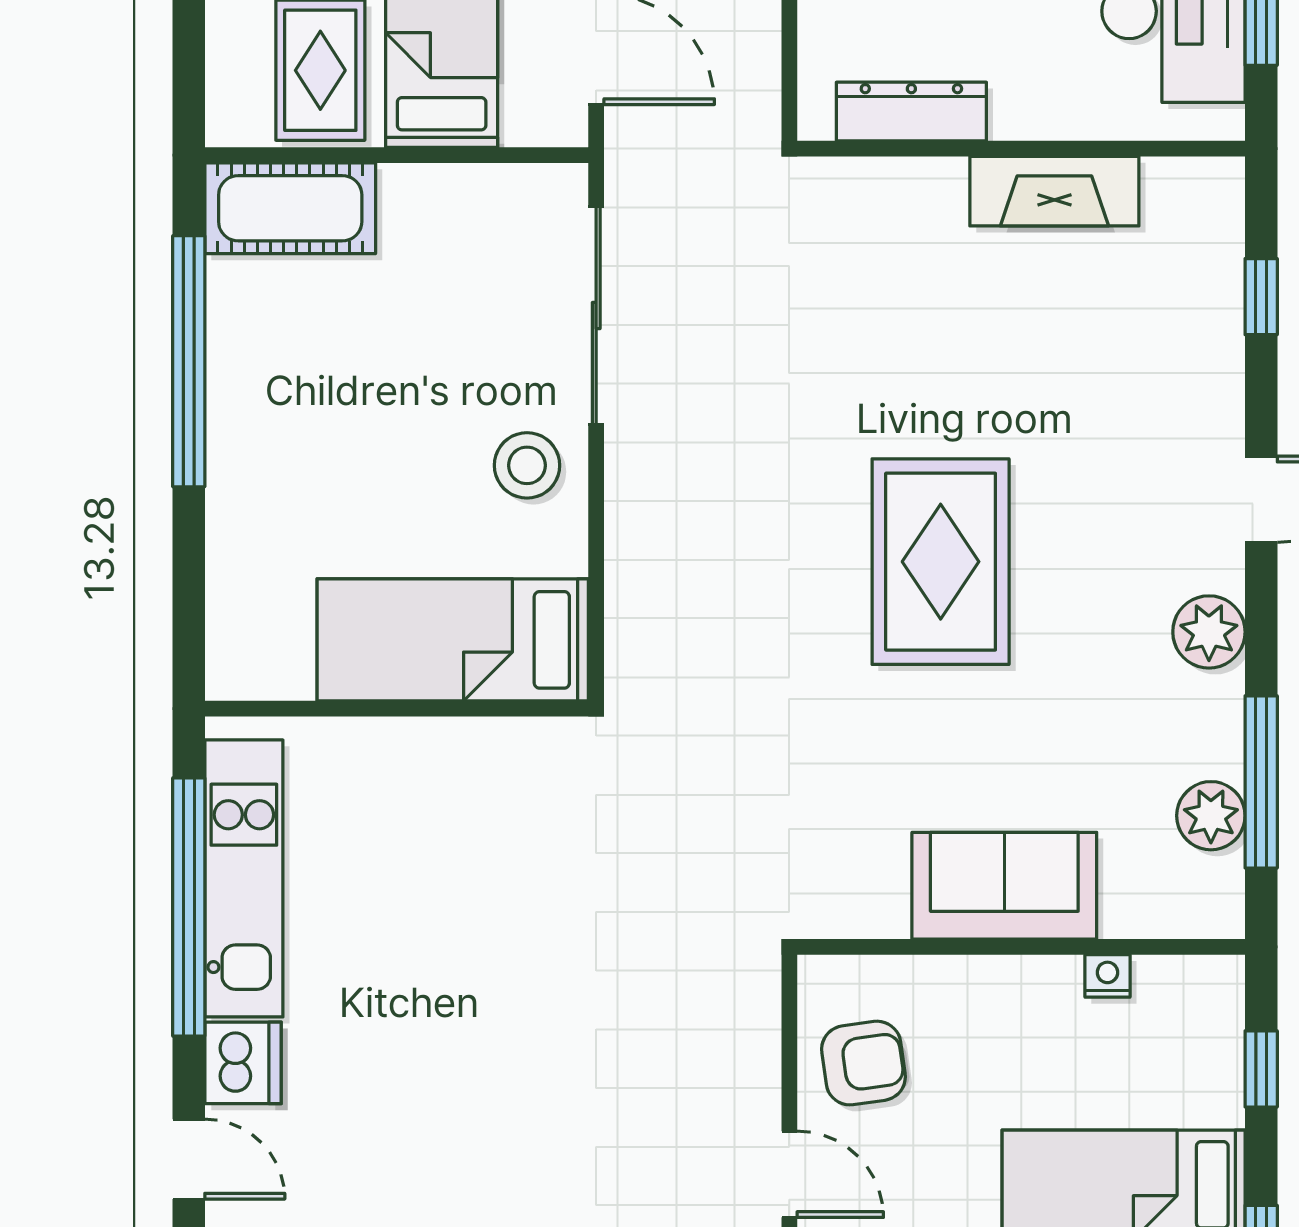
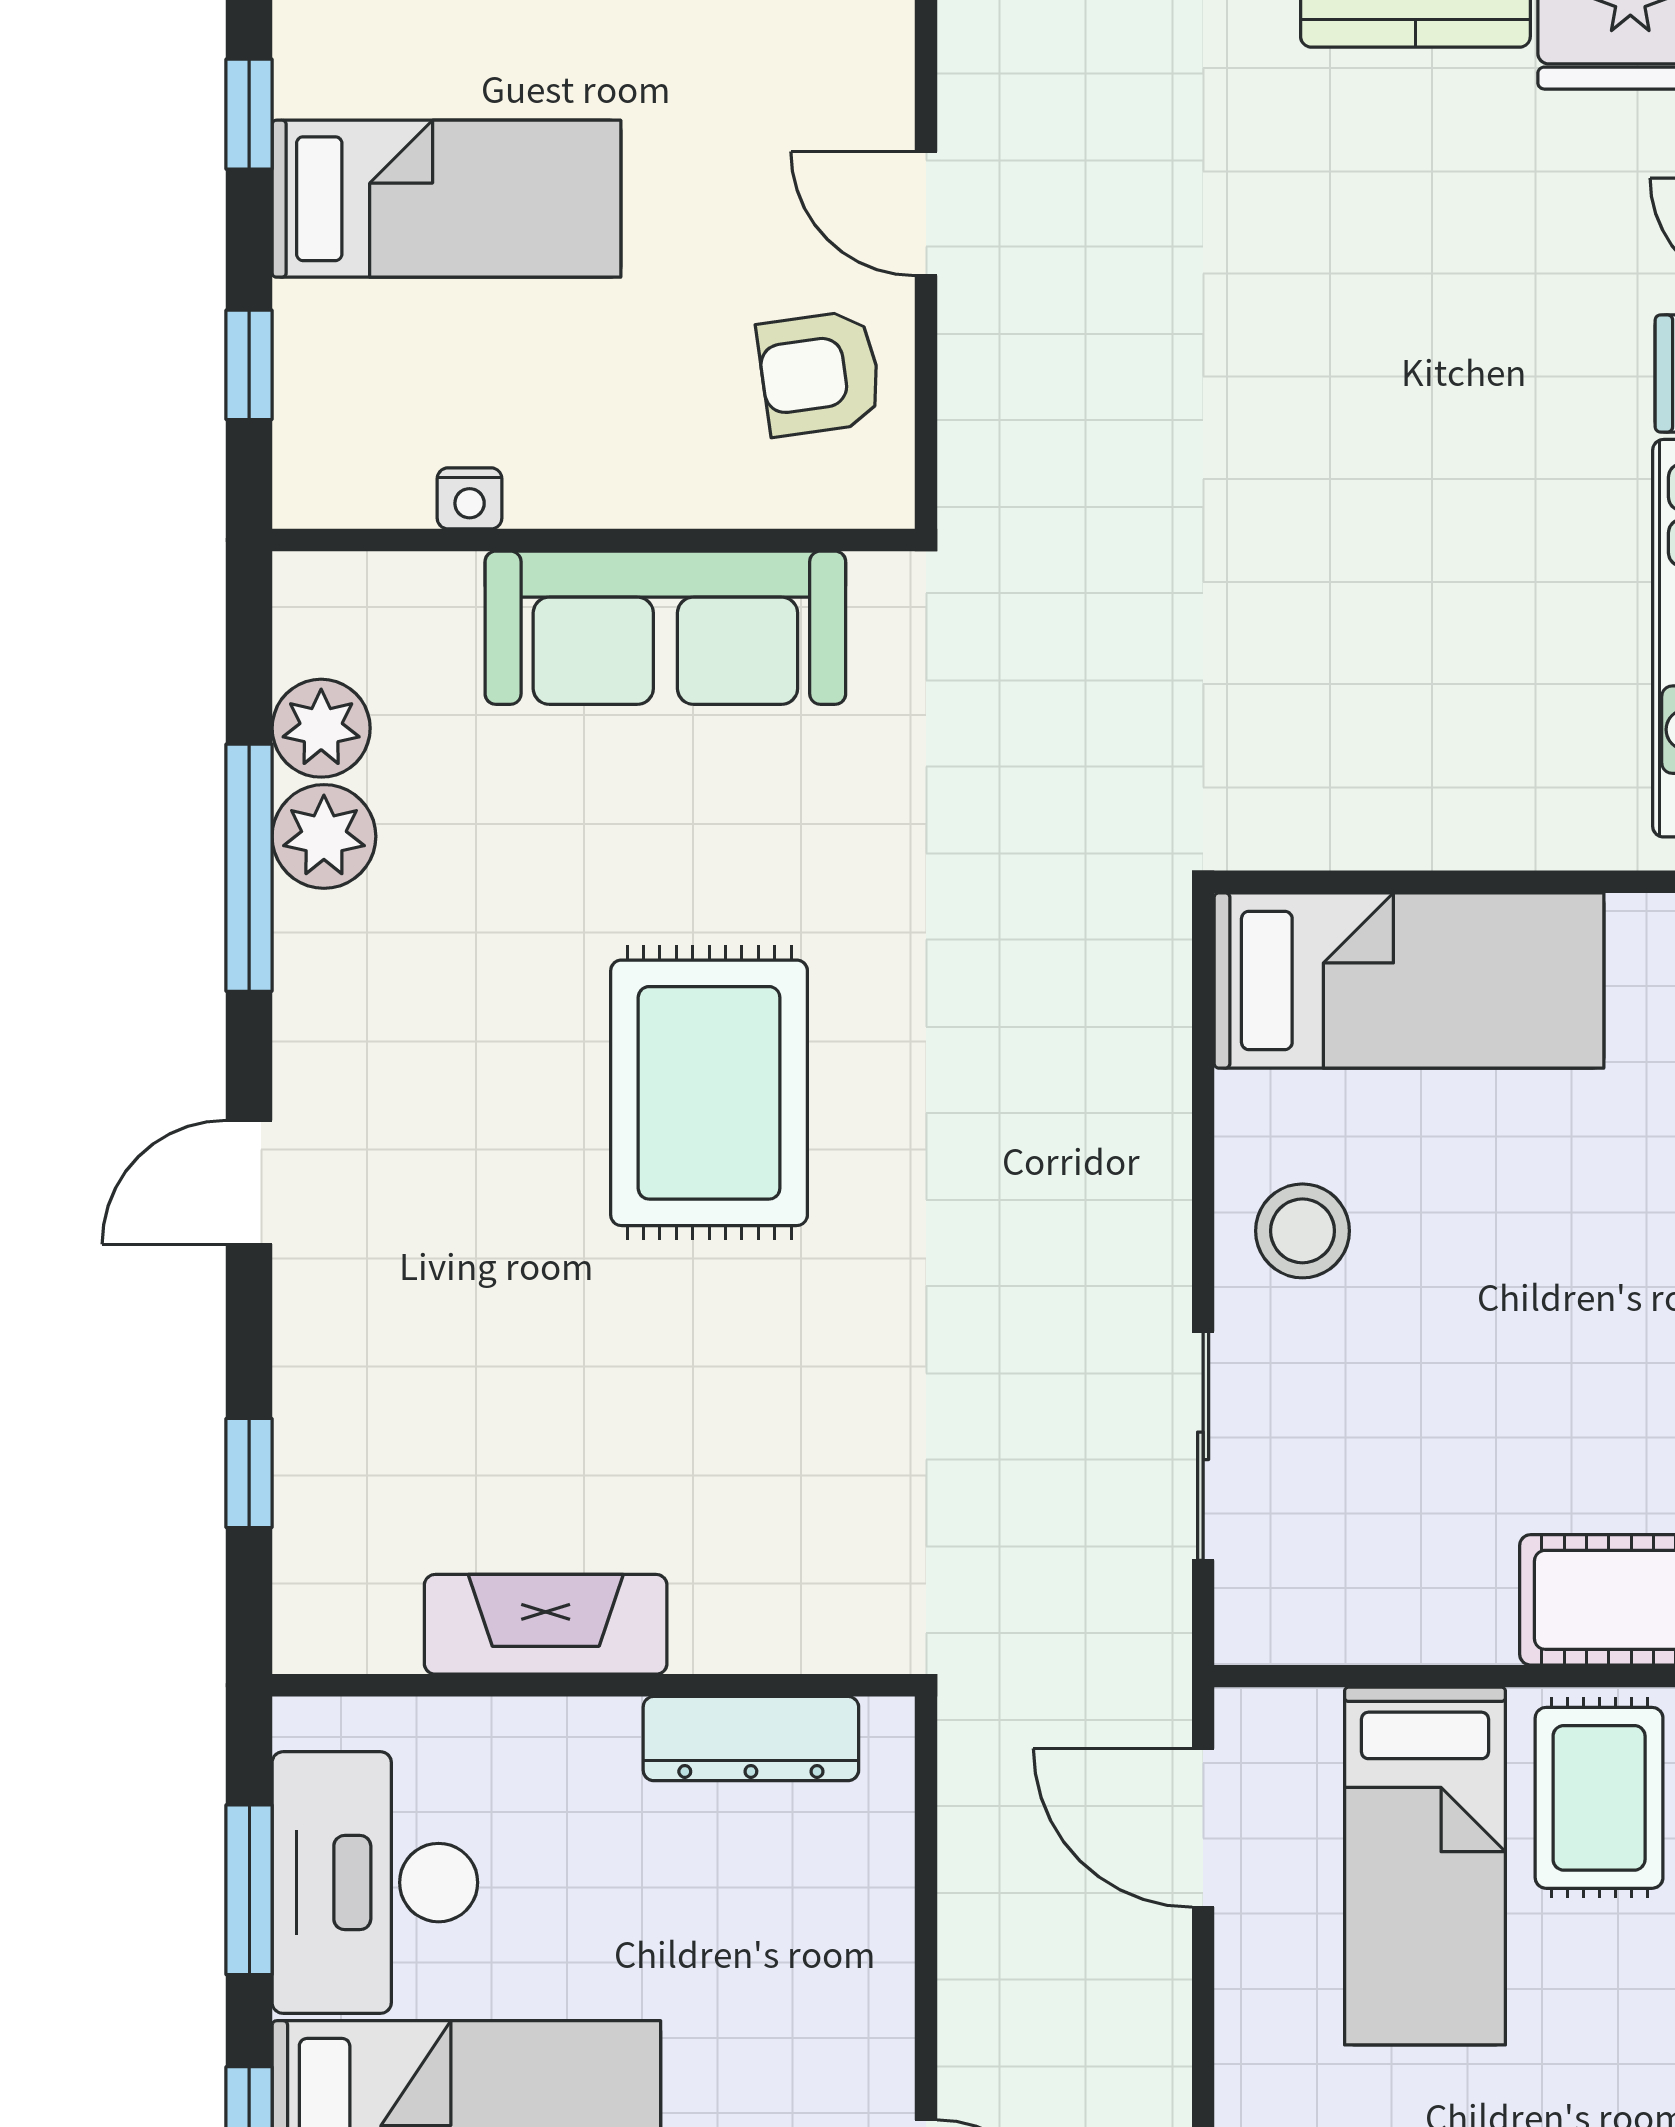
sliding door: (596, 316) -> (1203, 1446), width x0.73
plant: (1209, 632) -> (324, 836), moved
window: (1261, 782) -> (249, 868), moved
sofa: (1004, 886) -> (665, 628), width x1.36

